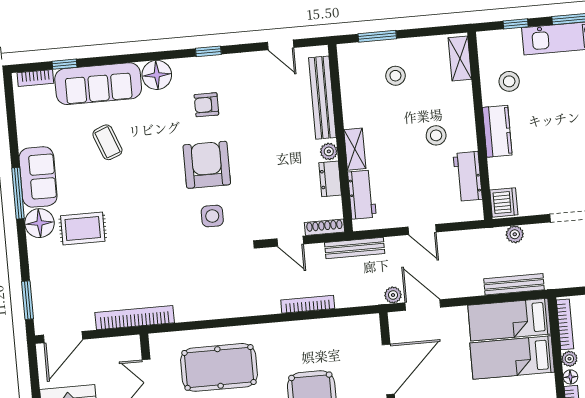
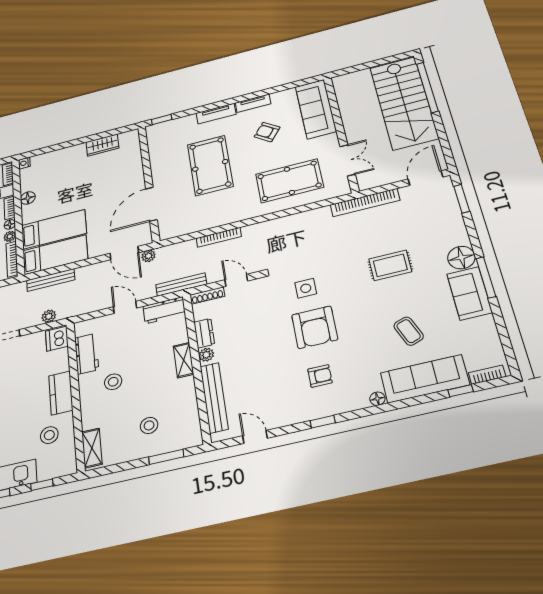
floor lamp: (157, 75) -> (377, 399), width x0.53, depth x0.53
workbench: (362, 195) -> (164, 310), moved, turned -90
rug: (83, 228) -> (390, 265), moved

